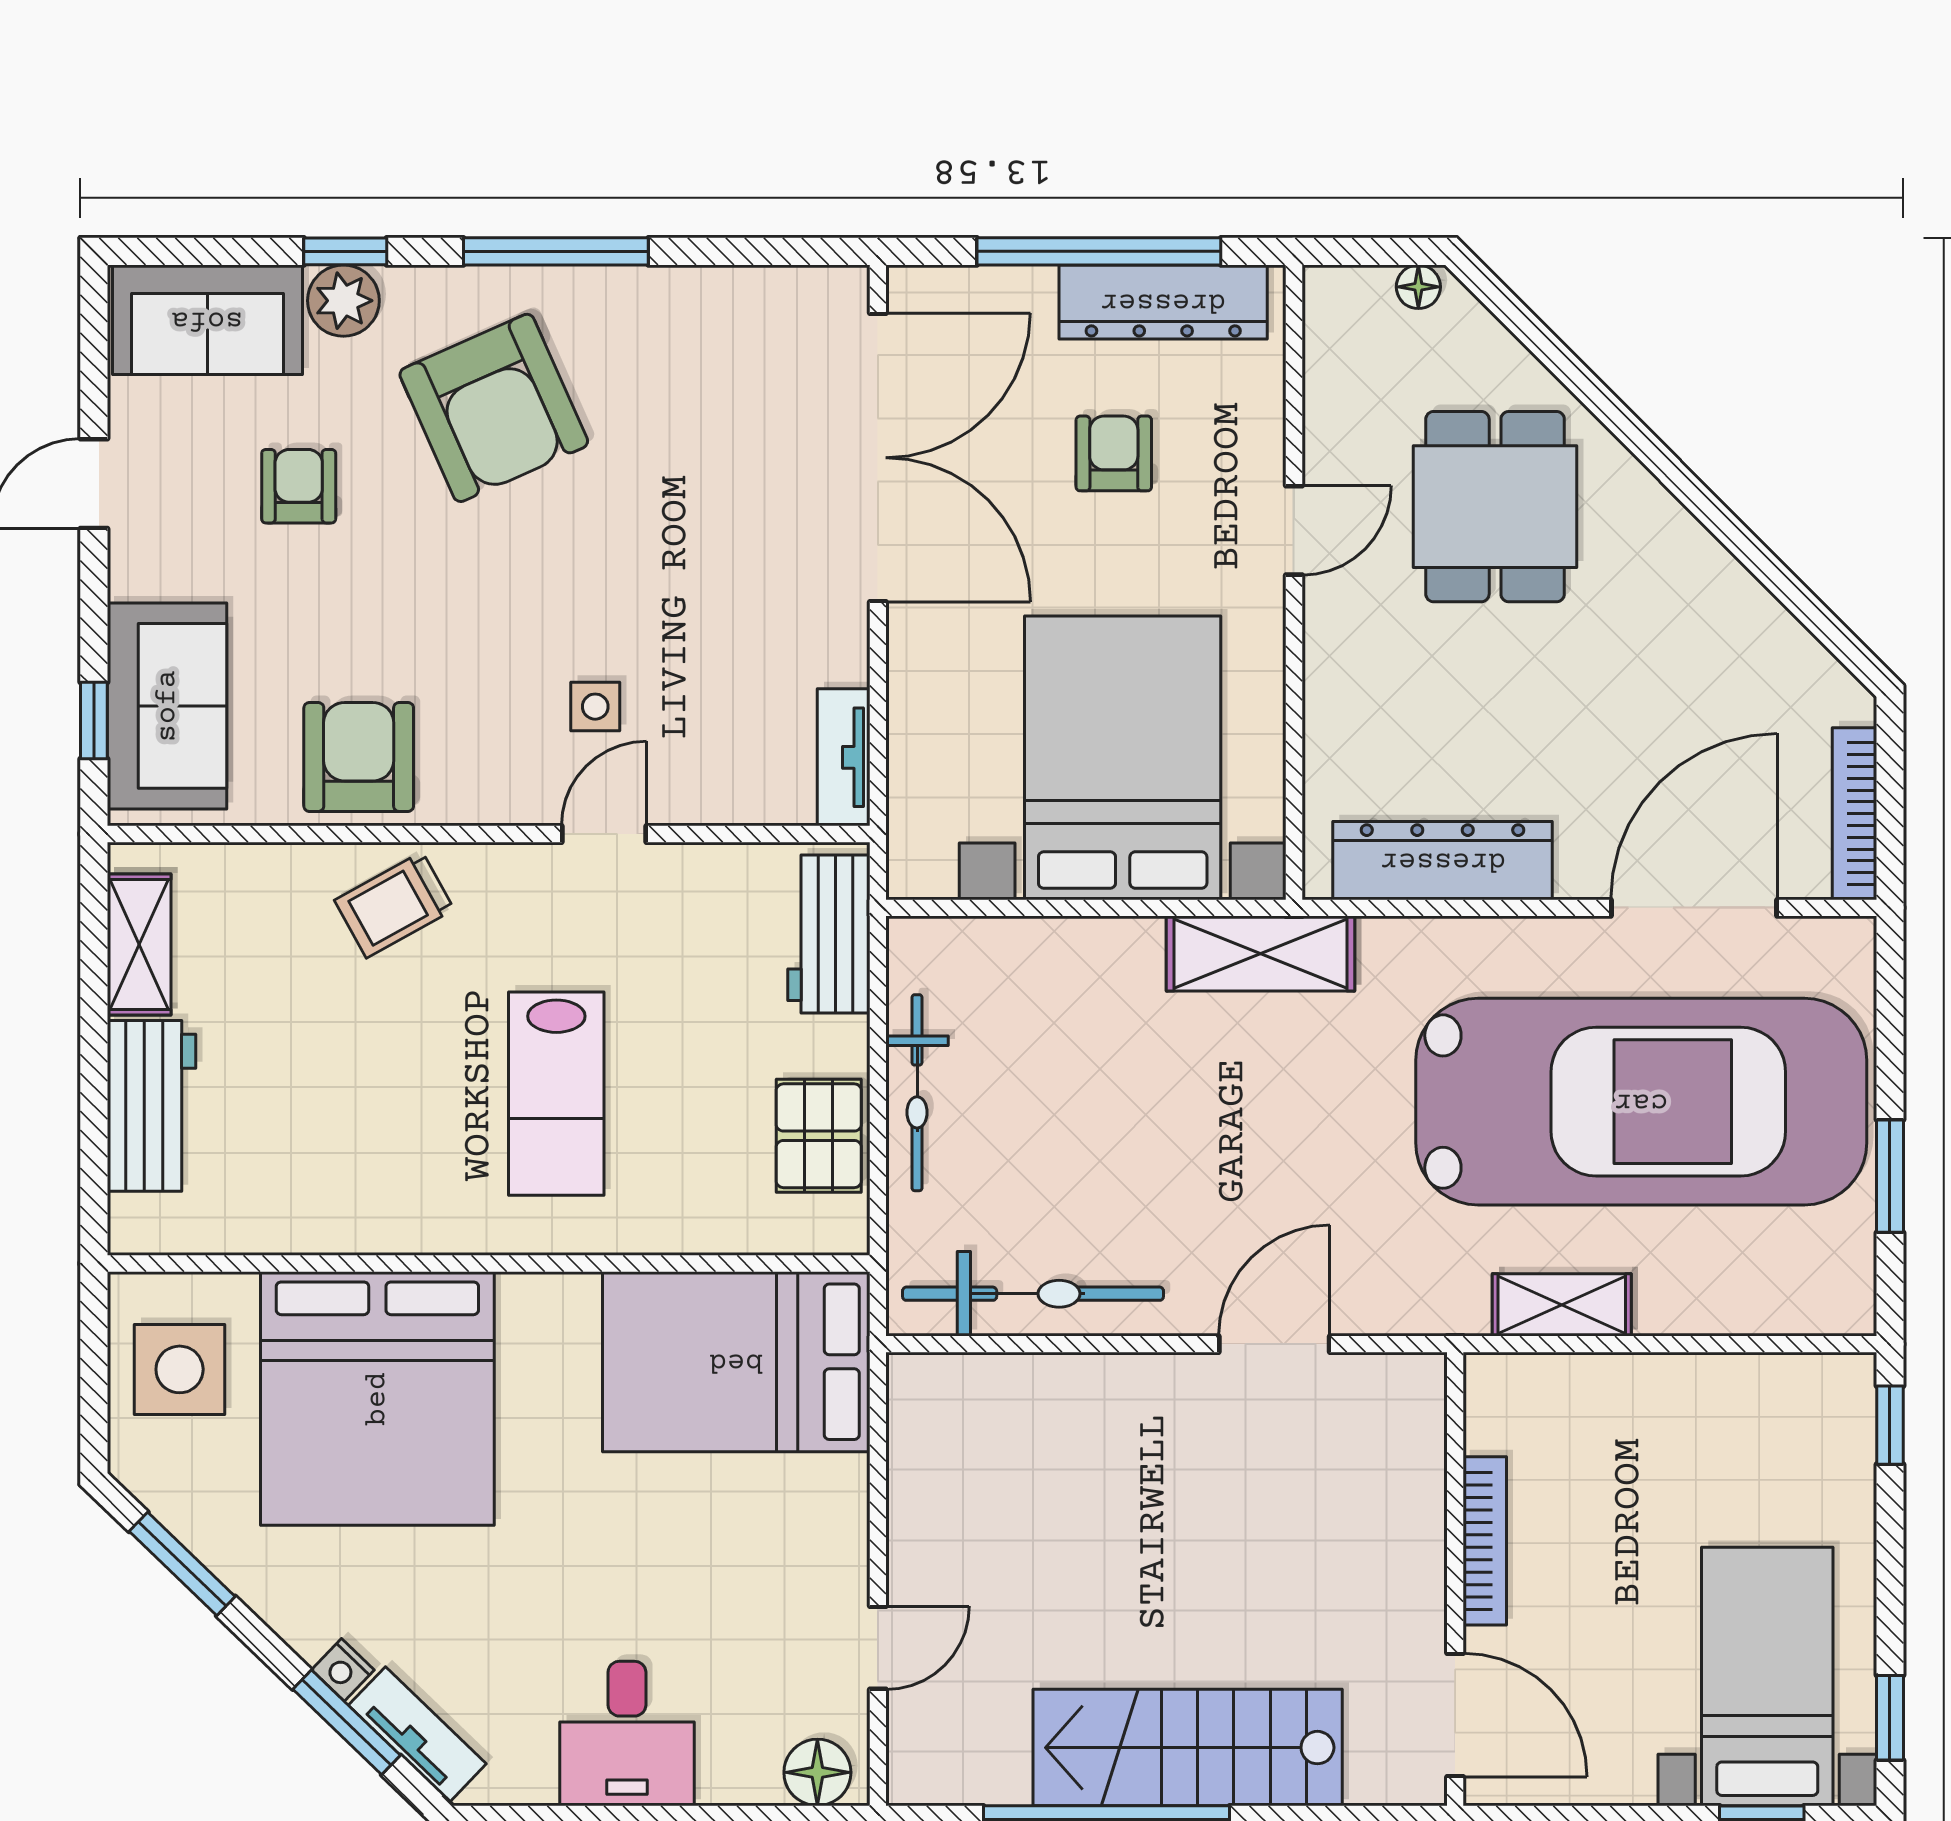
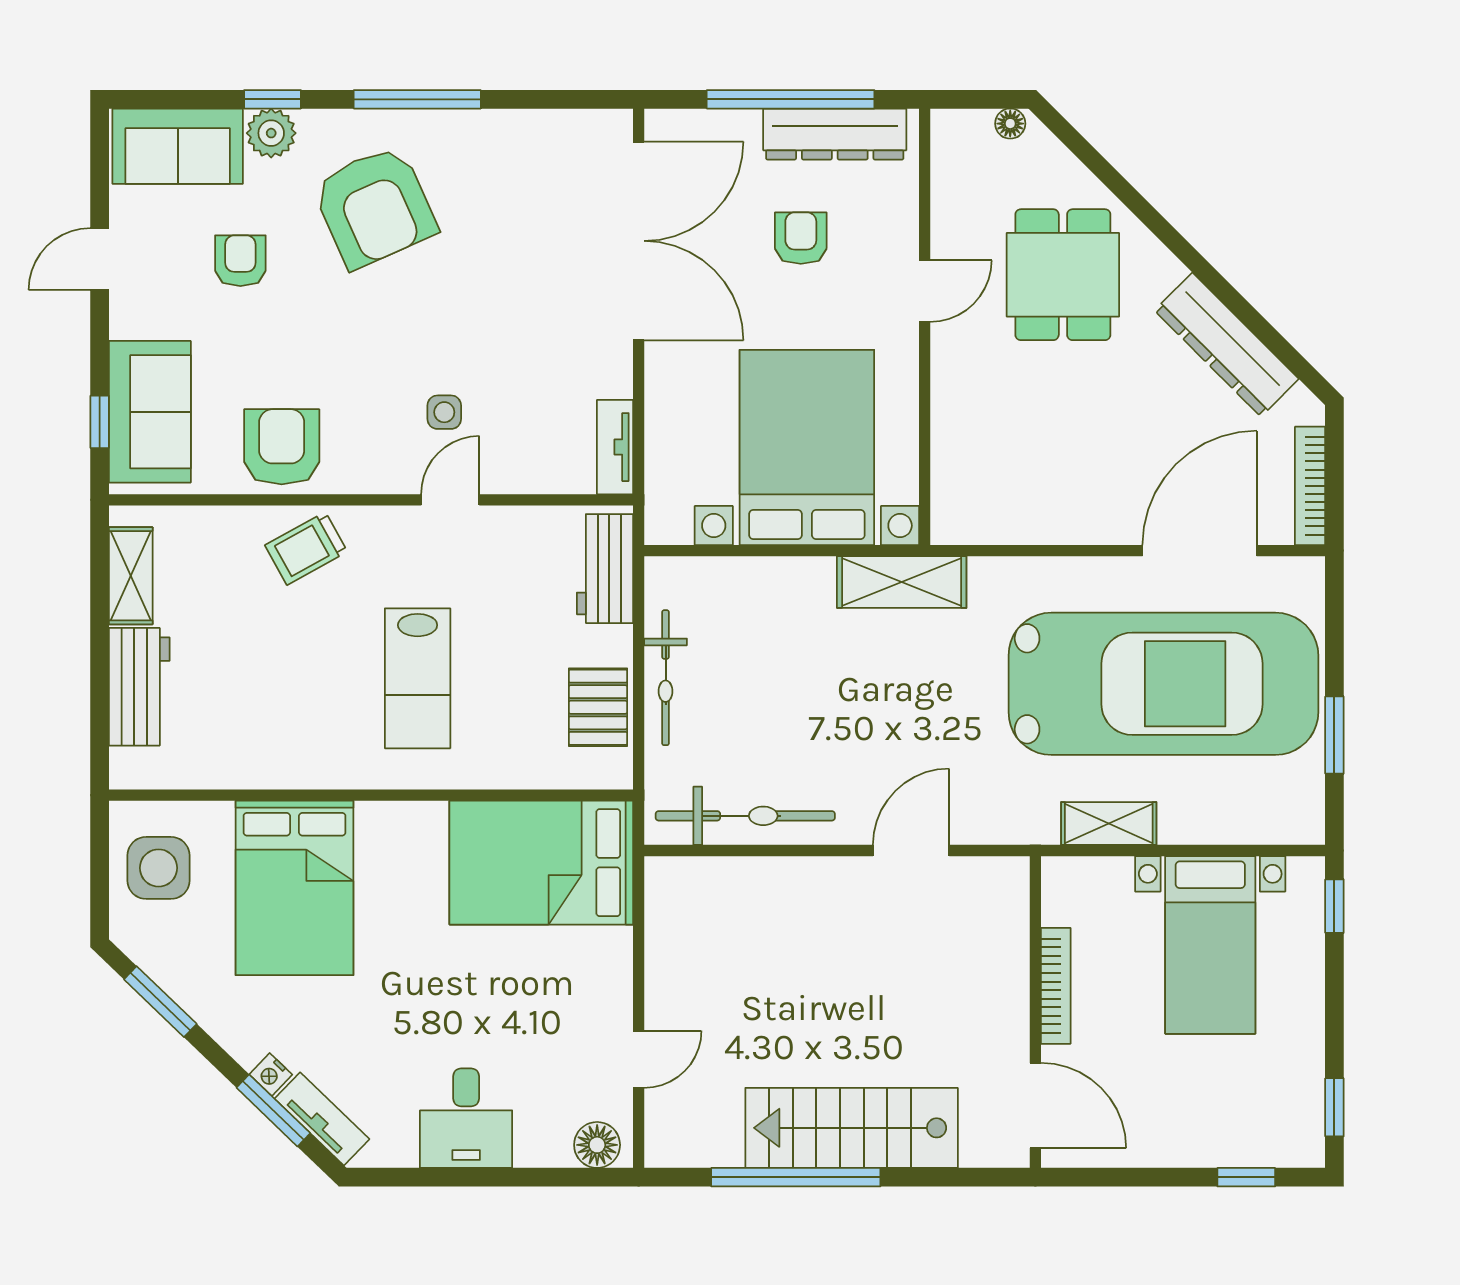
dresser: (1443, 861) -> (1227, 345), moved, turned -135
bed: (377, 1399) -> (294, 888), width x0.73
bed with nightstands: (1767, 1677) -> (1210, 945), moved, turned 180

